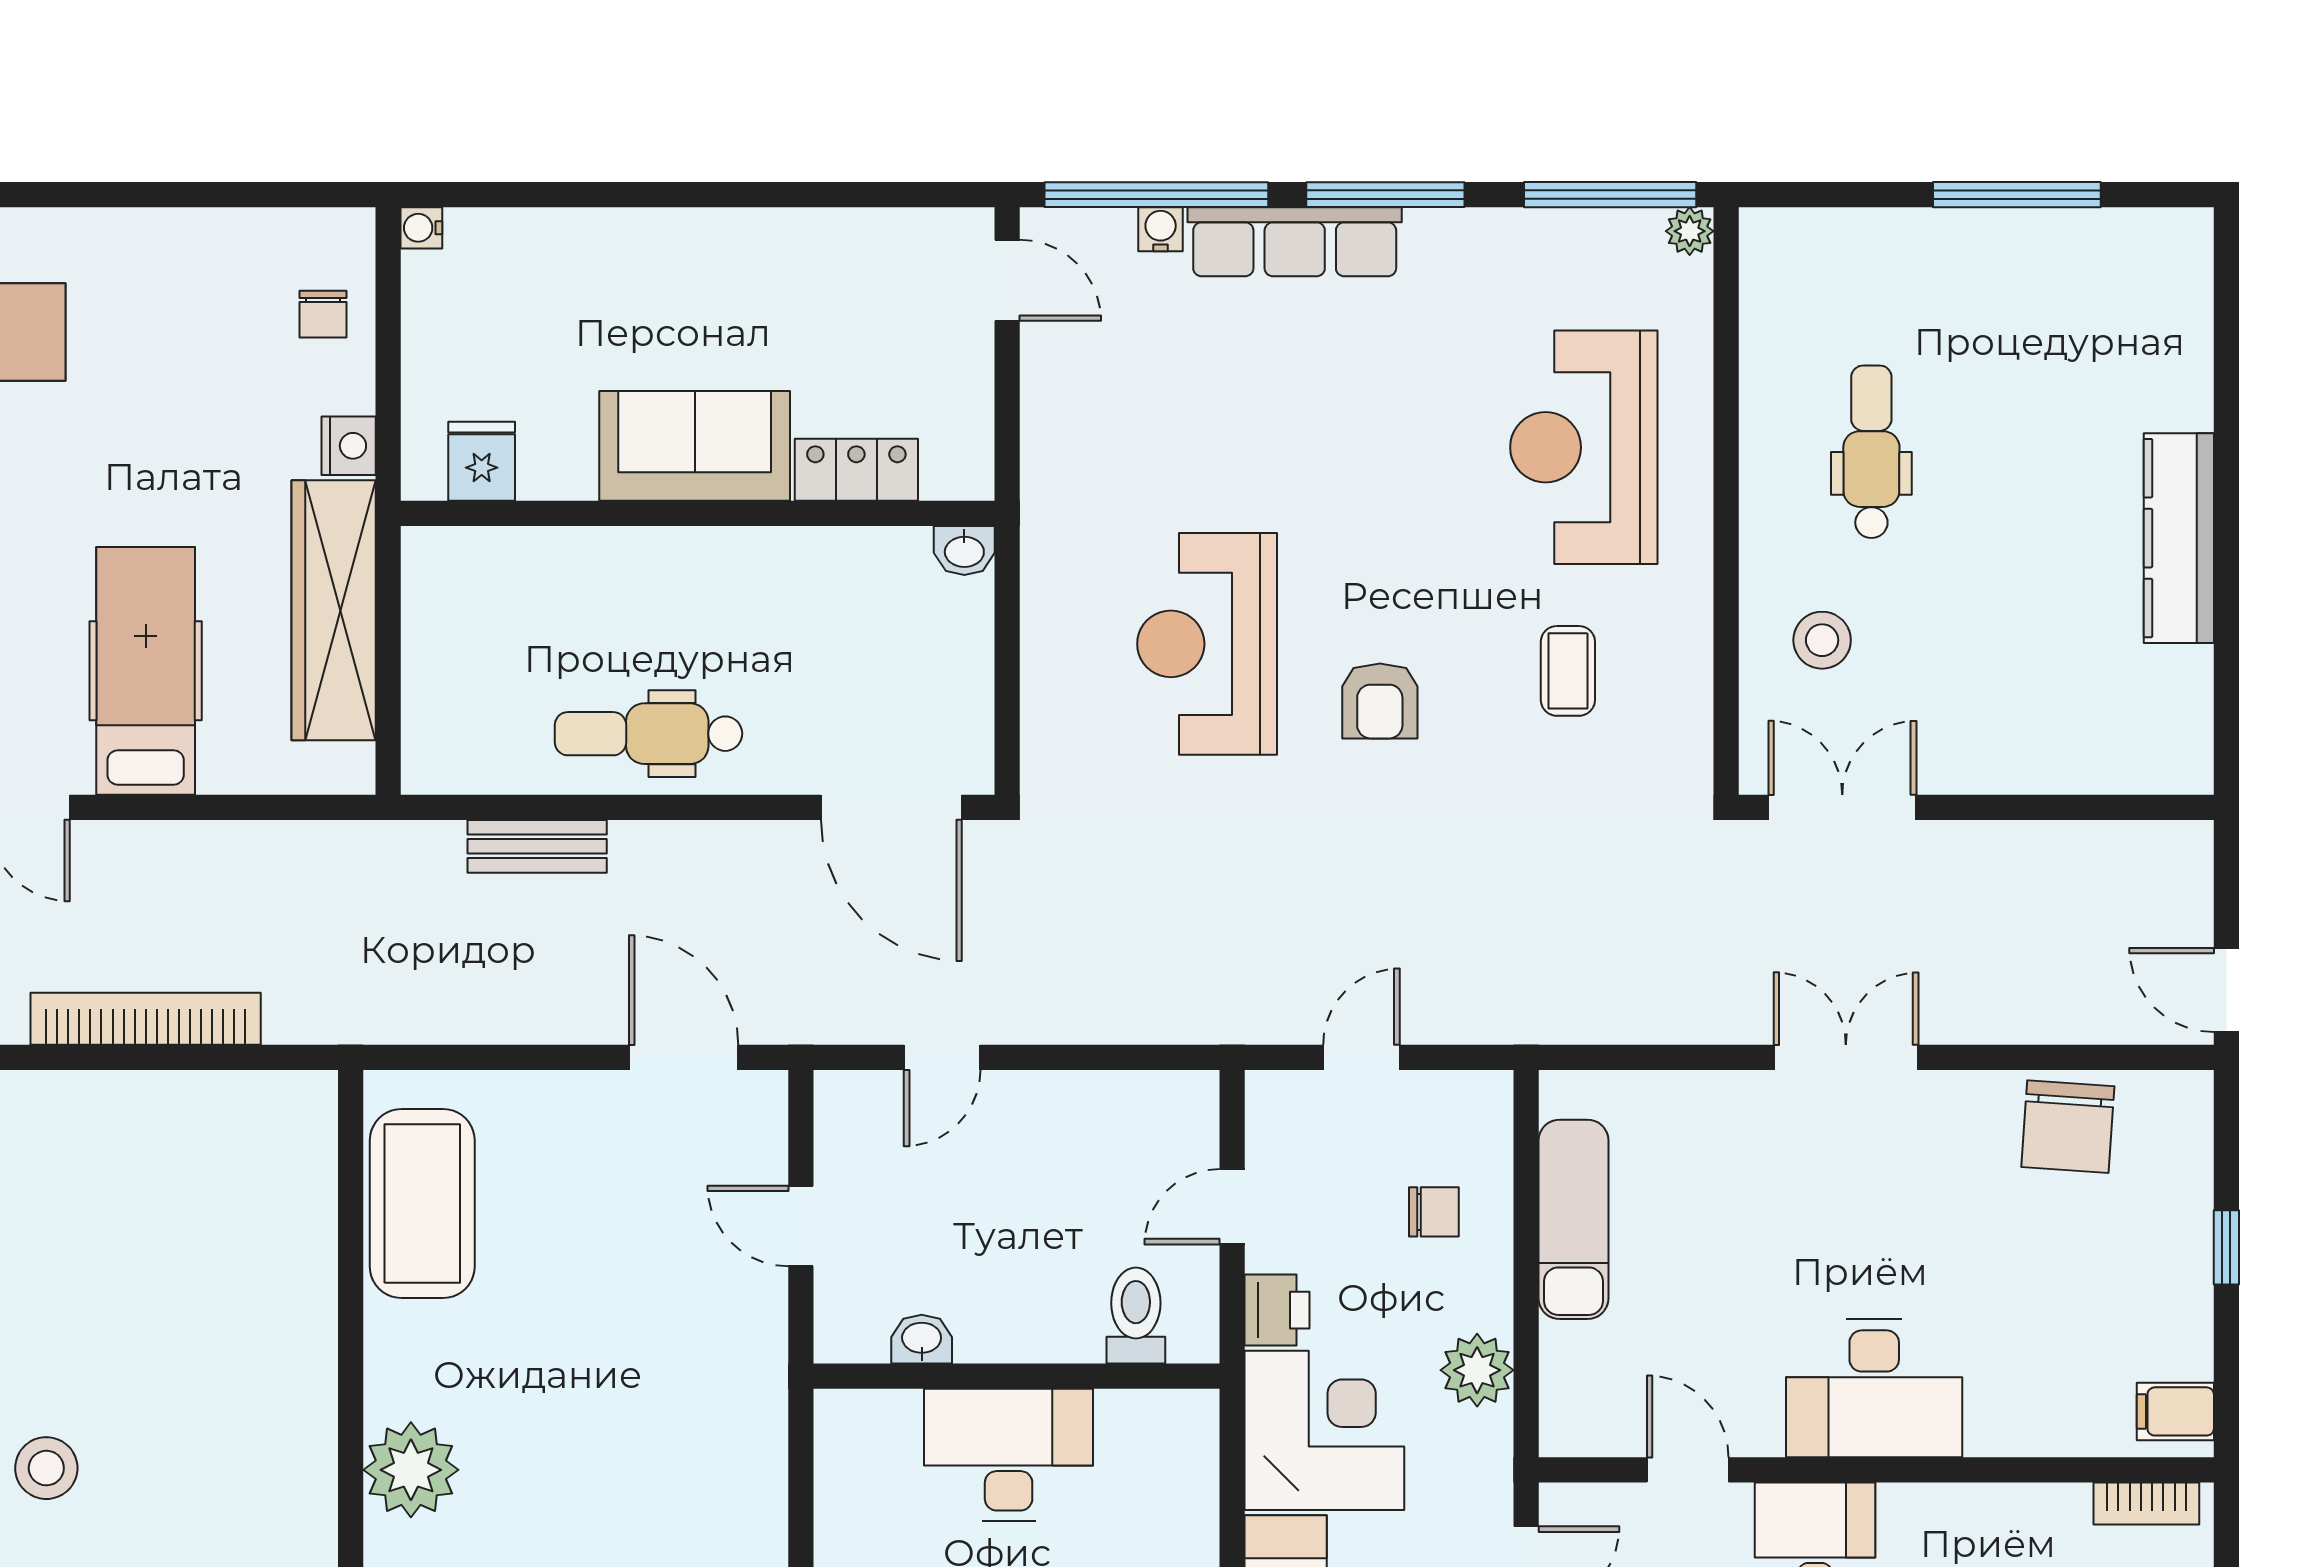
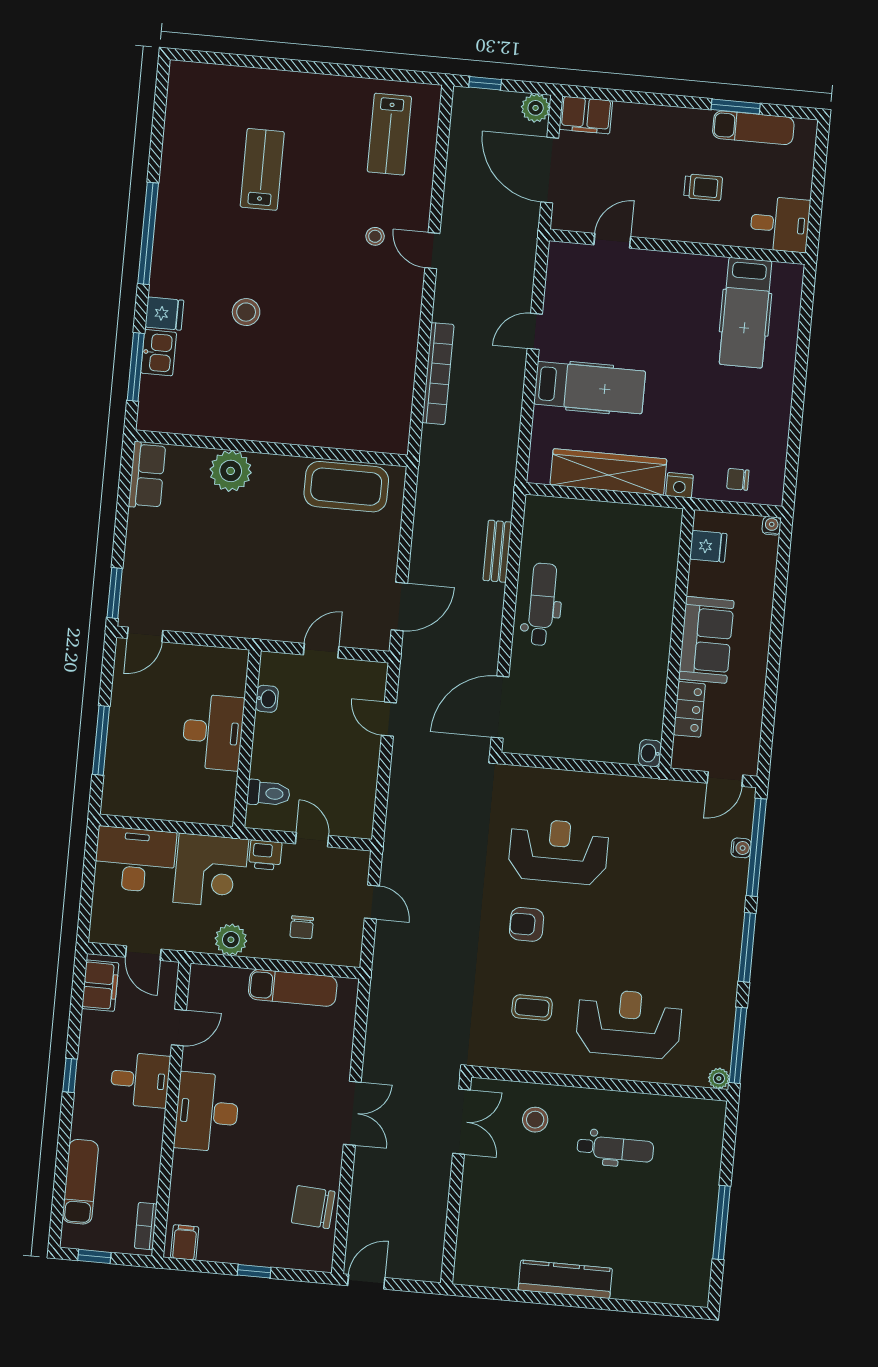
row of seats: (1295, 242) -> (730, 906), removed
sofa: (695, 446) -> (706, 640), moved
fridge: (482, 461) -> (708, 546), moved
locker: (856, 470) -> (689, 709), moved
wall: (698, 513) -> (677, 638), moved
washbasin: (964, 550) -> (650, 753), moved

